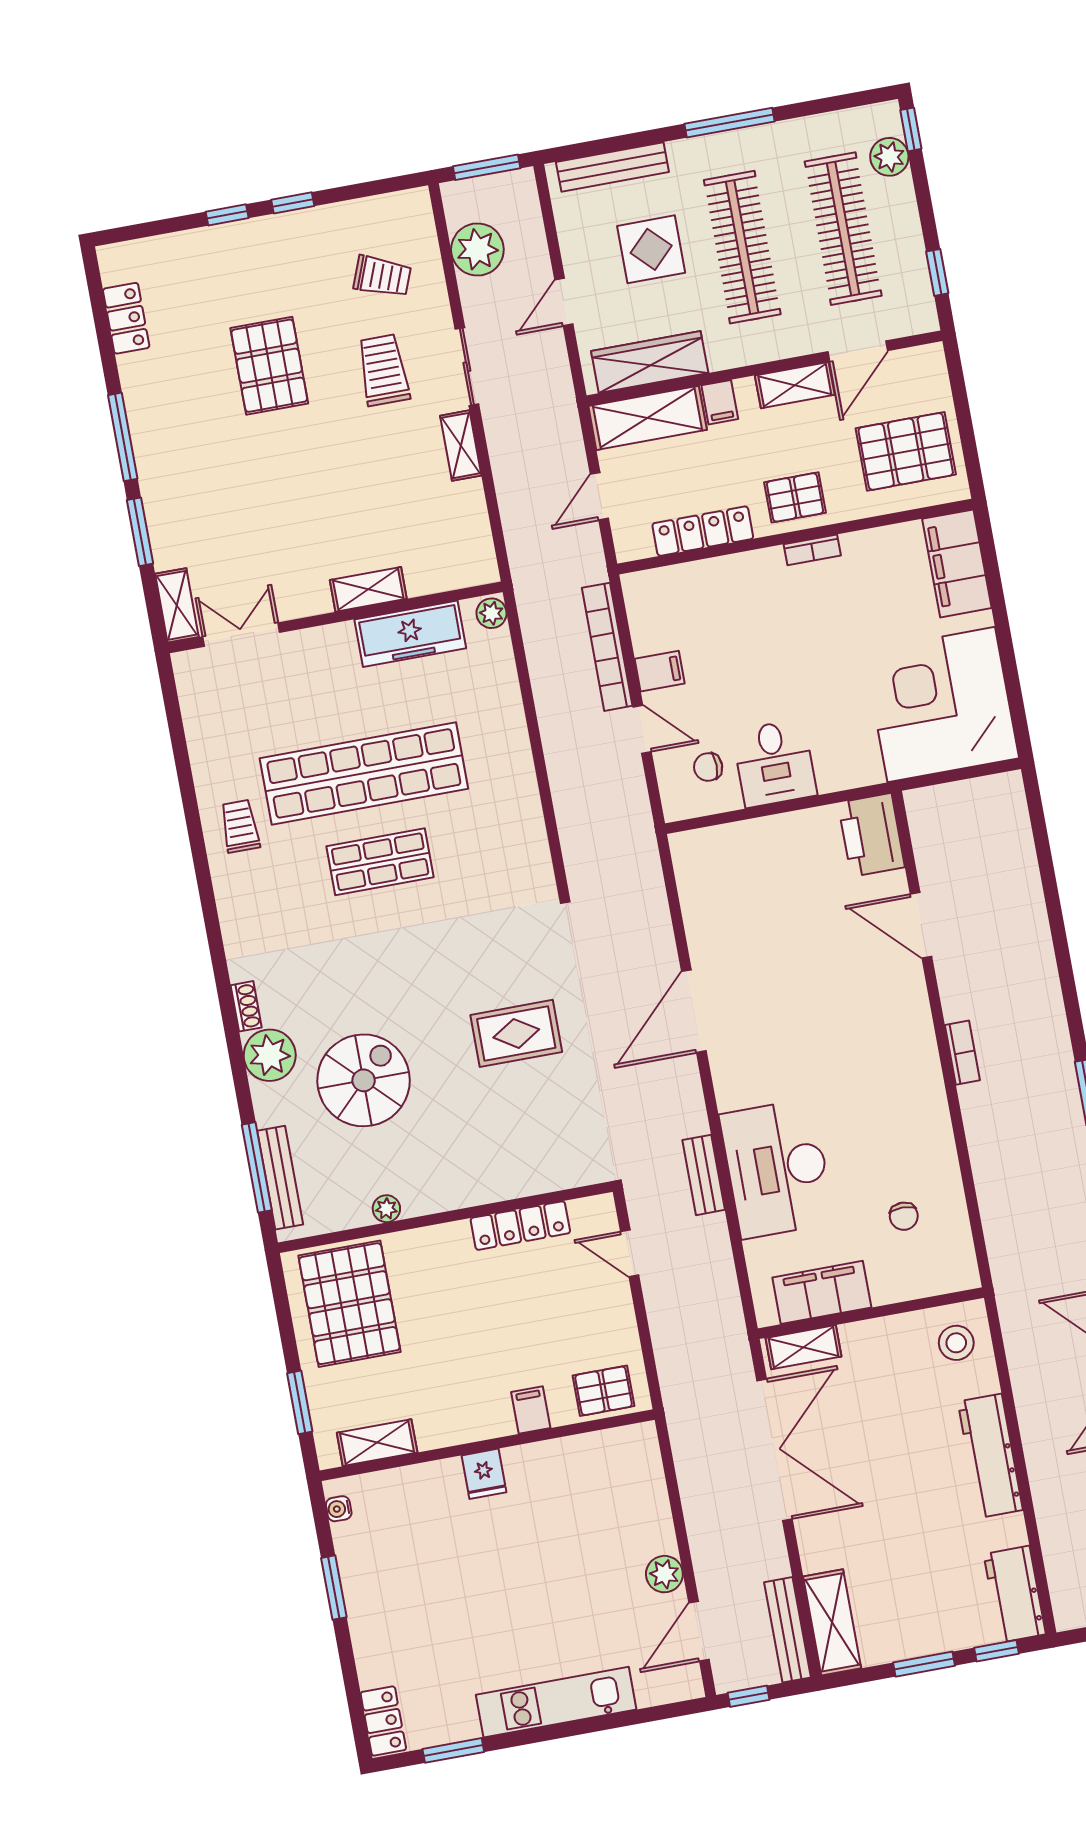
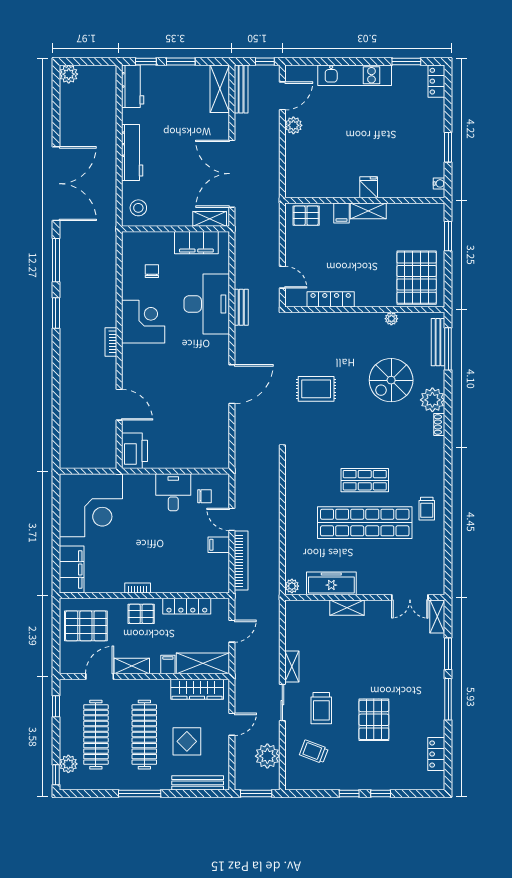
corner desk: (903, 1108) -> (143, 322), added
shelving: (377, 1443) -> (368, 211), moved

